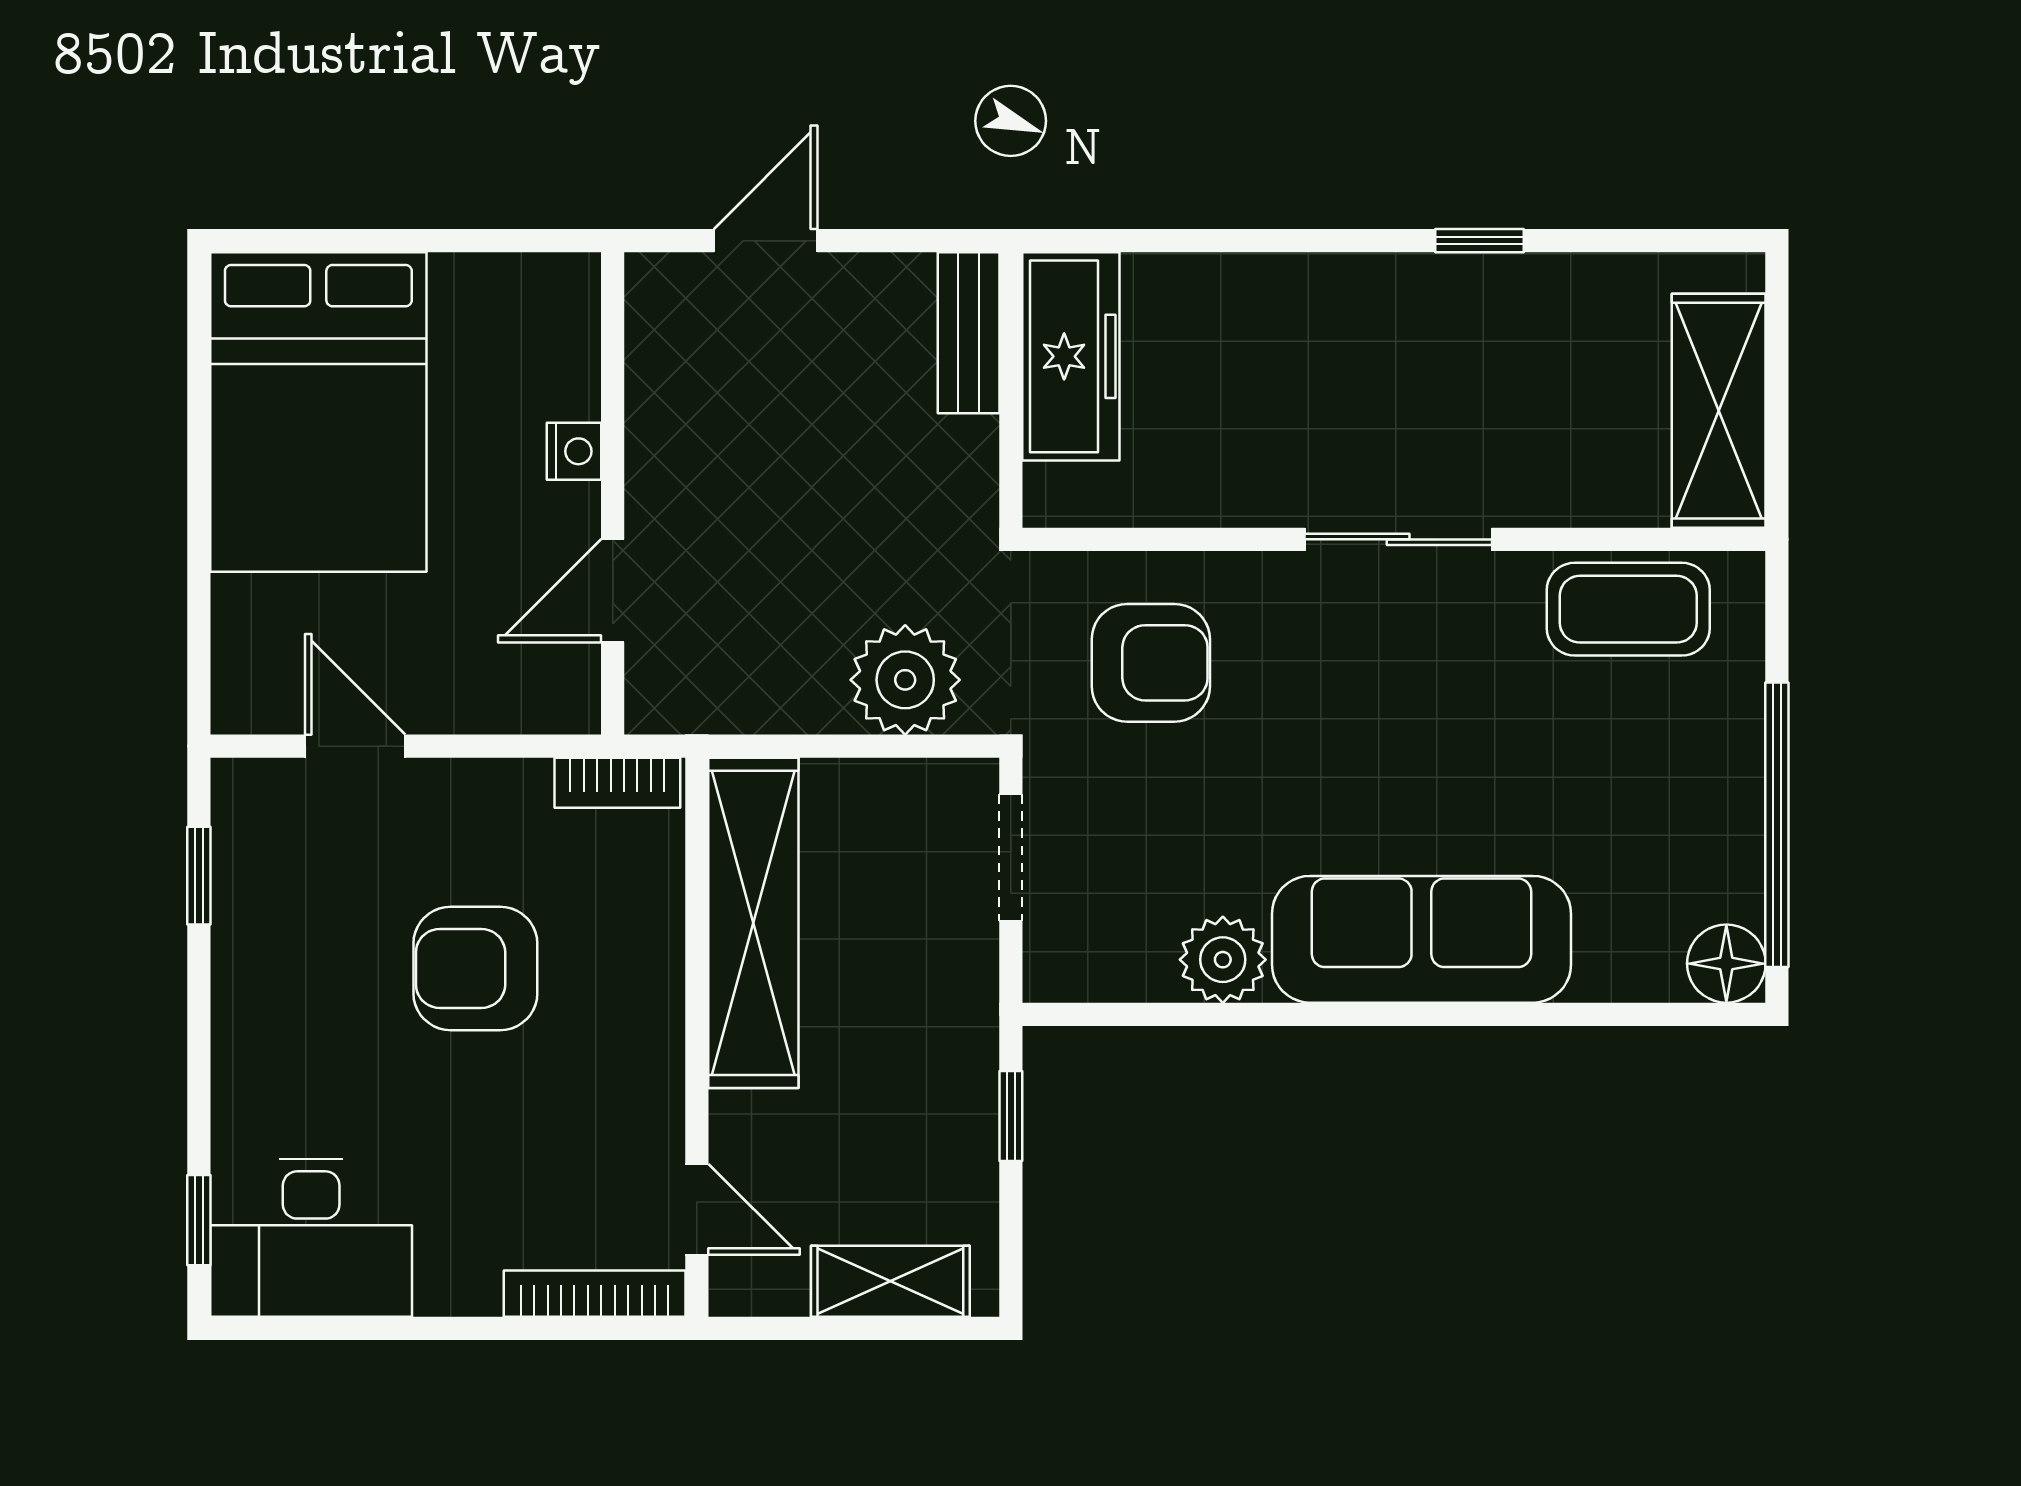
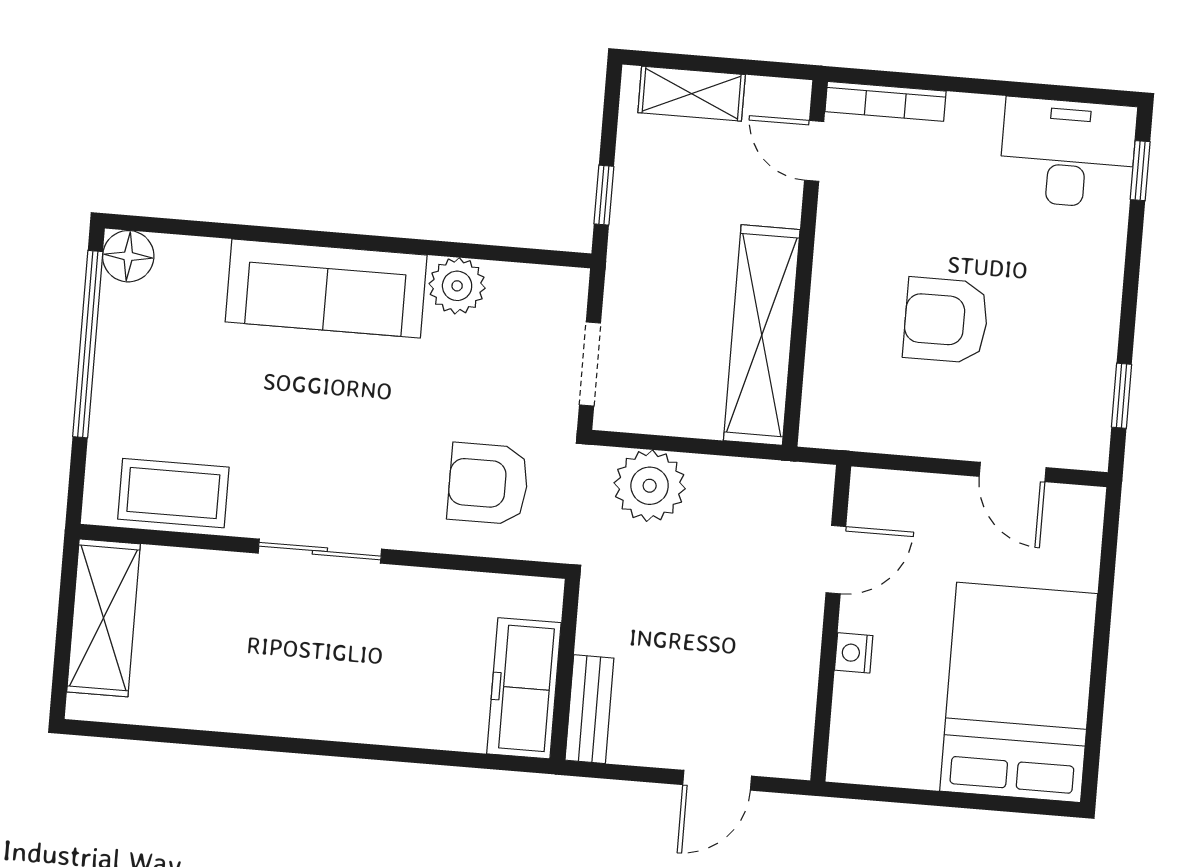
window: (1479, 241) -> (251, 742), removed
bookcase: (617, 783) -> (843, 434), removed
armchair: (475, 968) -> (946, 320), turned 180

